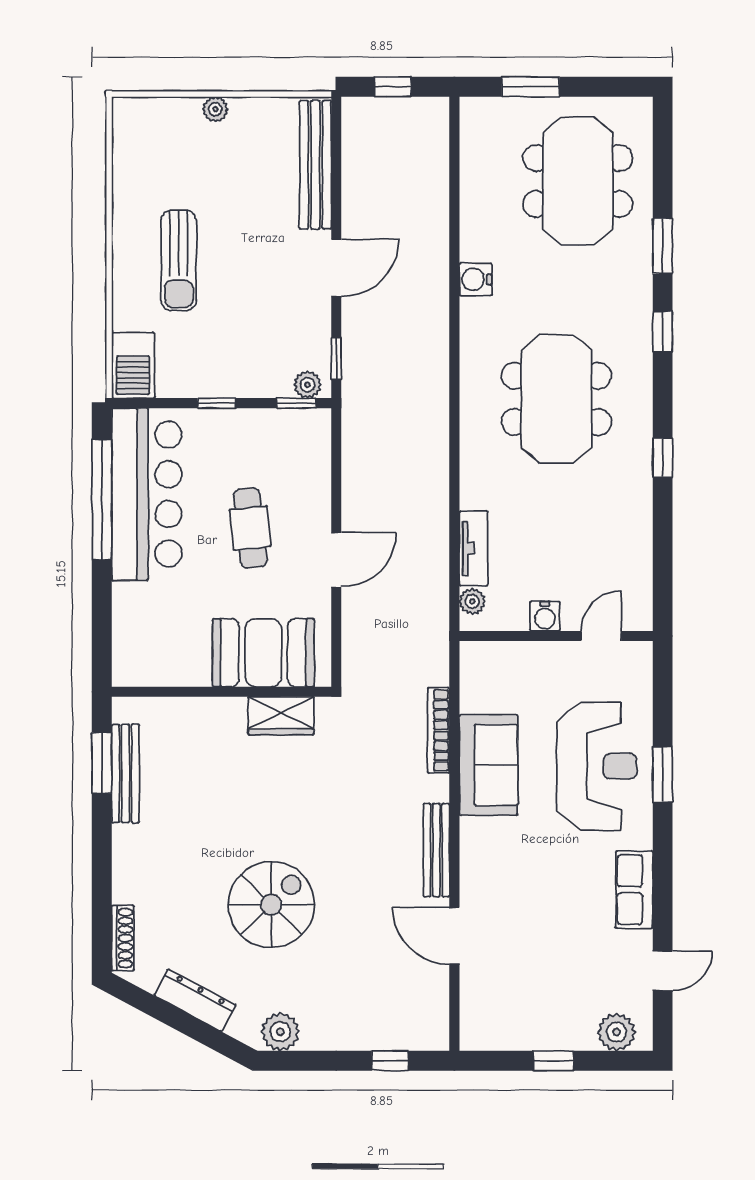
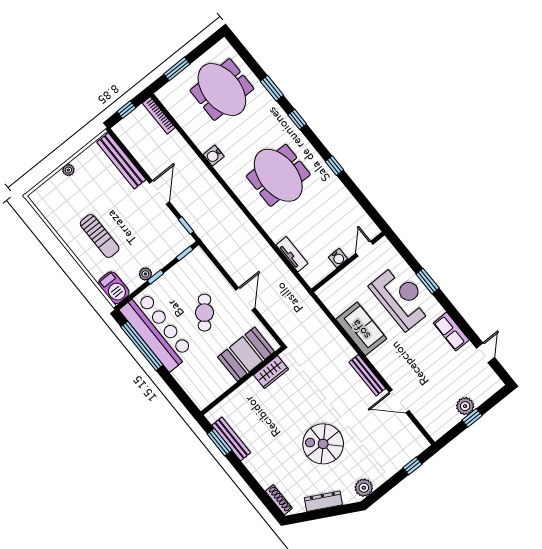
plant: (307, 385) -> (145, 274), moved
cafe table: (250, 528) -> (204, 313), turned 45
plant: (472, 601) -> (307, 274), removed
bookcase: (439, 730) -> (159, 115), moved
spiral stairs: (271, 905) -> (323, 444), turned -90
plant: (617, 1032) -> (465, 406), moved

